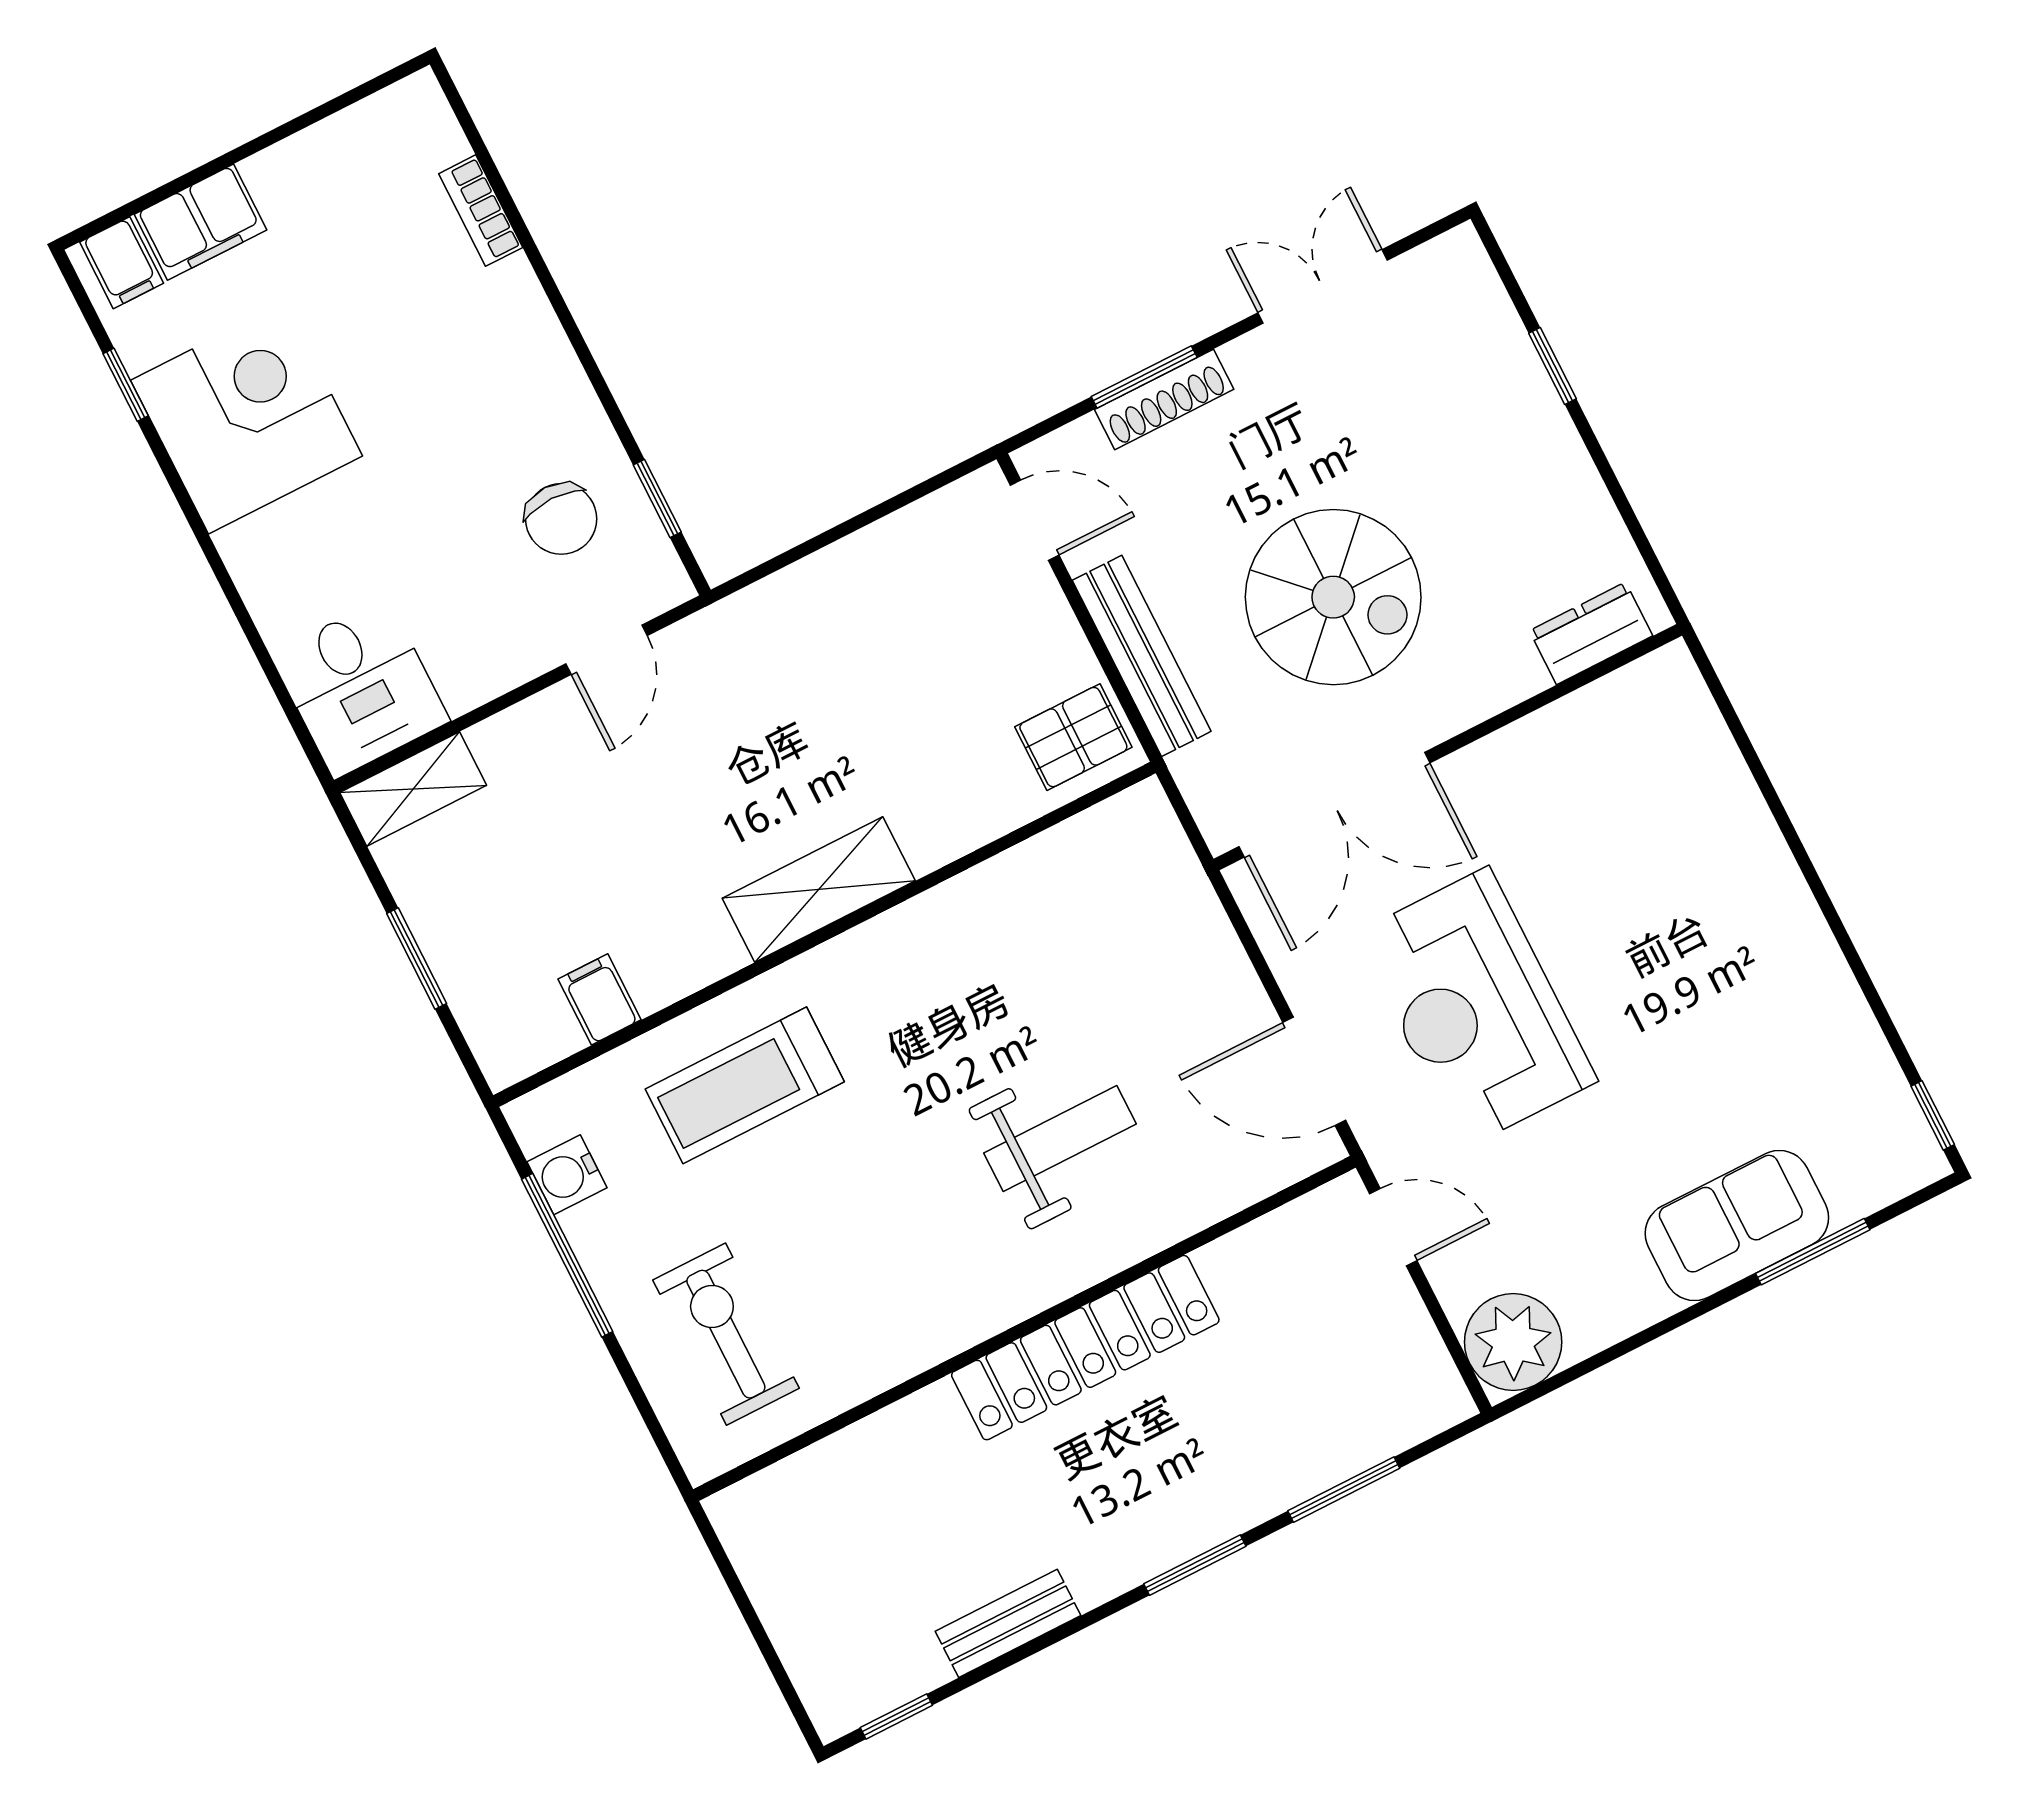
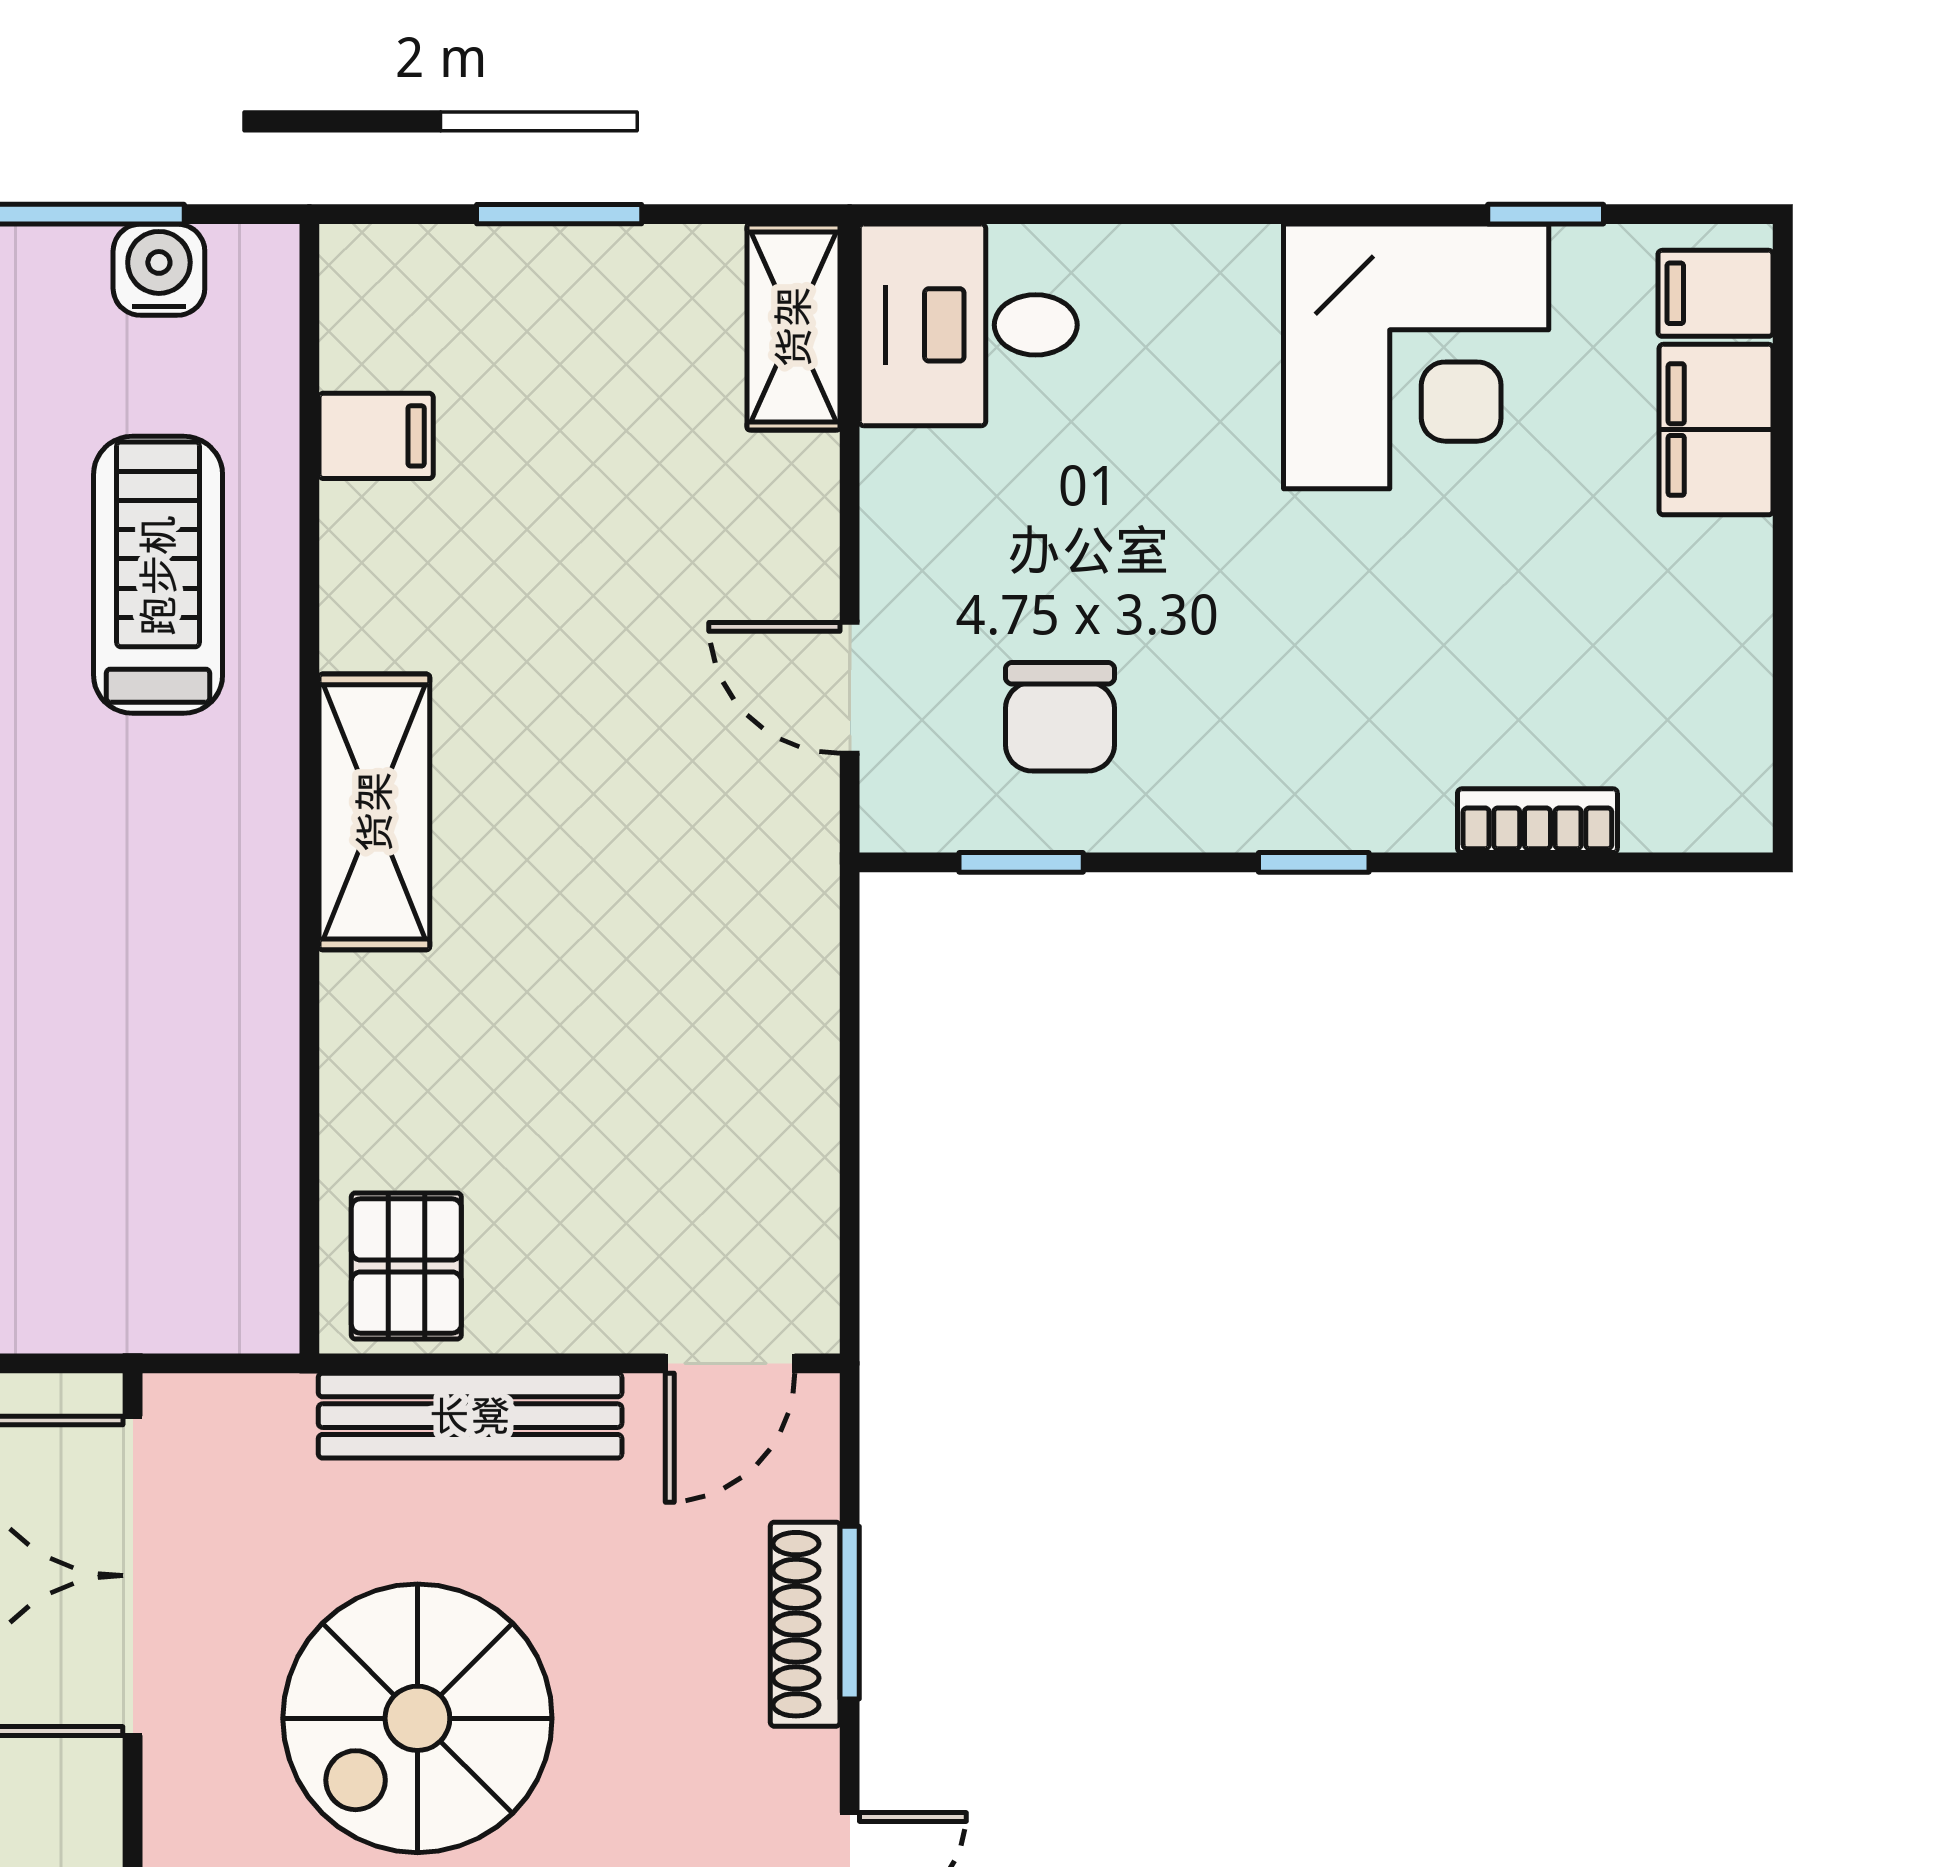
window: (571, 328) -> (1314, 862), added
chair: (561, 519) -> (1060, 717), turned -90

